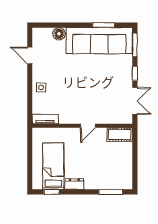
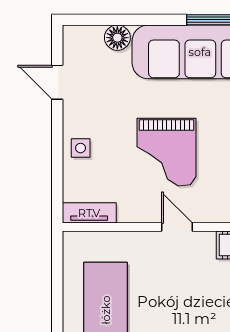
grand piano: (83, 89) -> (167, 152), added
door: (88, 126) -> (177, 227), swing flipped

